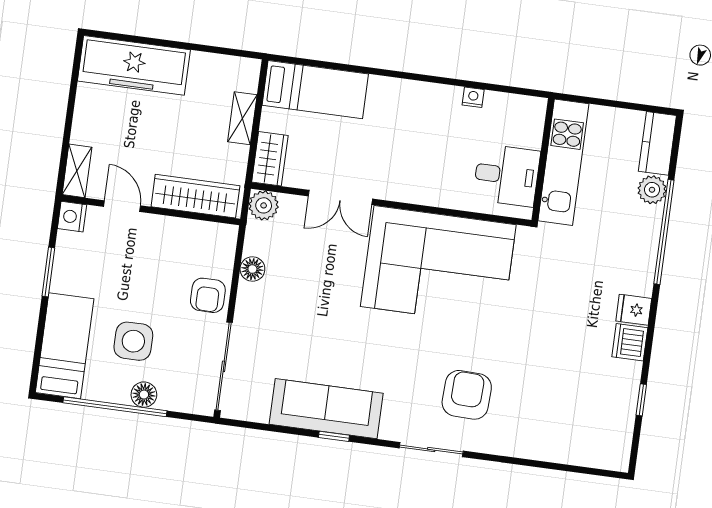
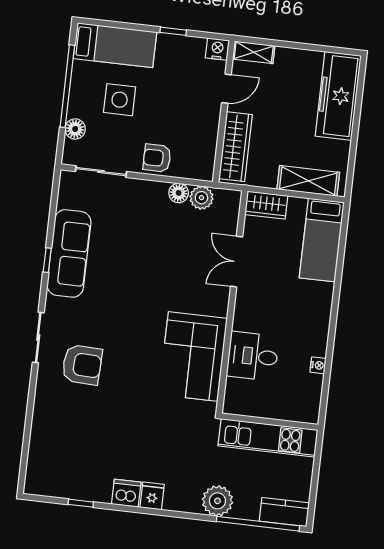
shelving: (242, 118) -> (308, 181), width x1.50, depth x1.33
desk: (507, 175) -> (253, 356), moved, turned 90
plant: (652, 190) -> (217, 501), moved, width x1.36, depth x1.36
plant: (264, 205) -> (201, 198), moved
window: (664, 232) -> (258, 524), moved
corner sofa: (438, 266) -> (193, 356), width x0.73, depth x0.74
window: (48, 272) -> (173, 31), width x0.67
sliding door: (224, 366) -> (101, 172), width x0.73
floor lamp: (144, 395) -> (75, 129), moved

